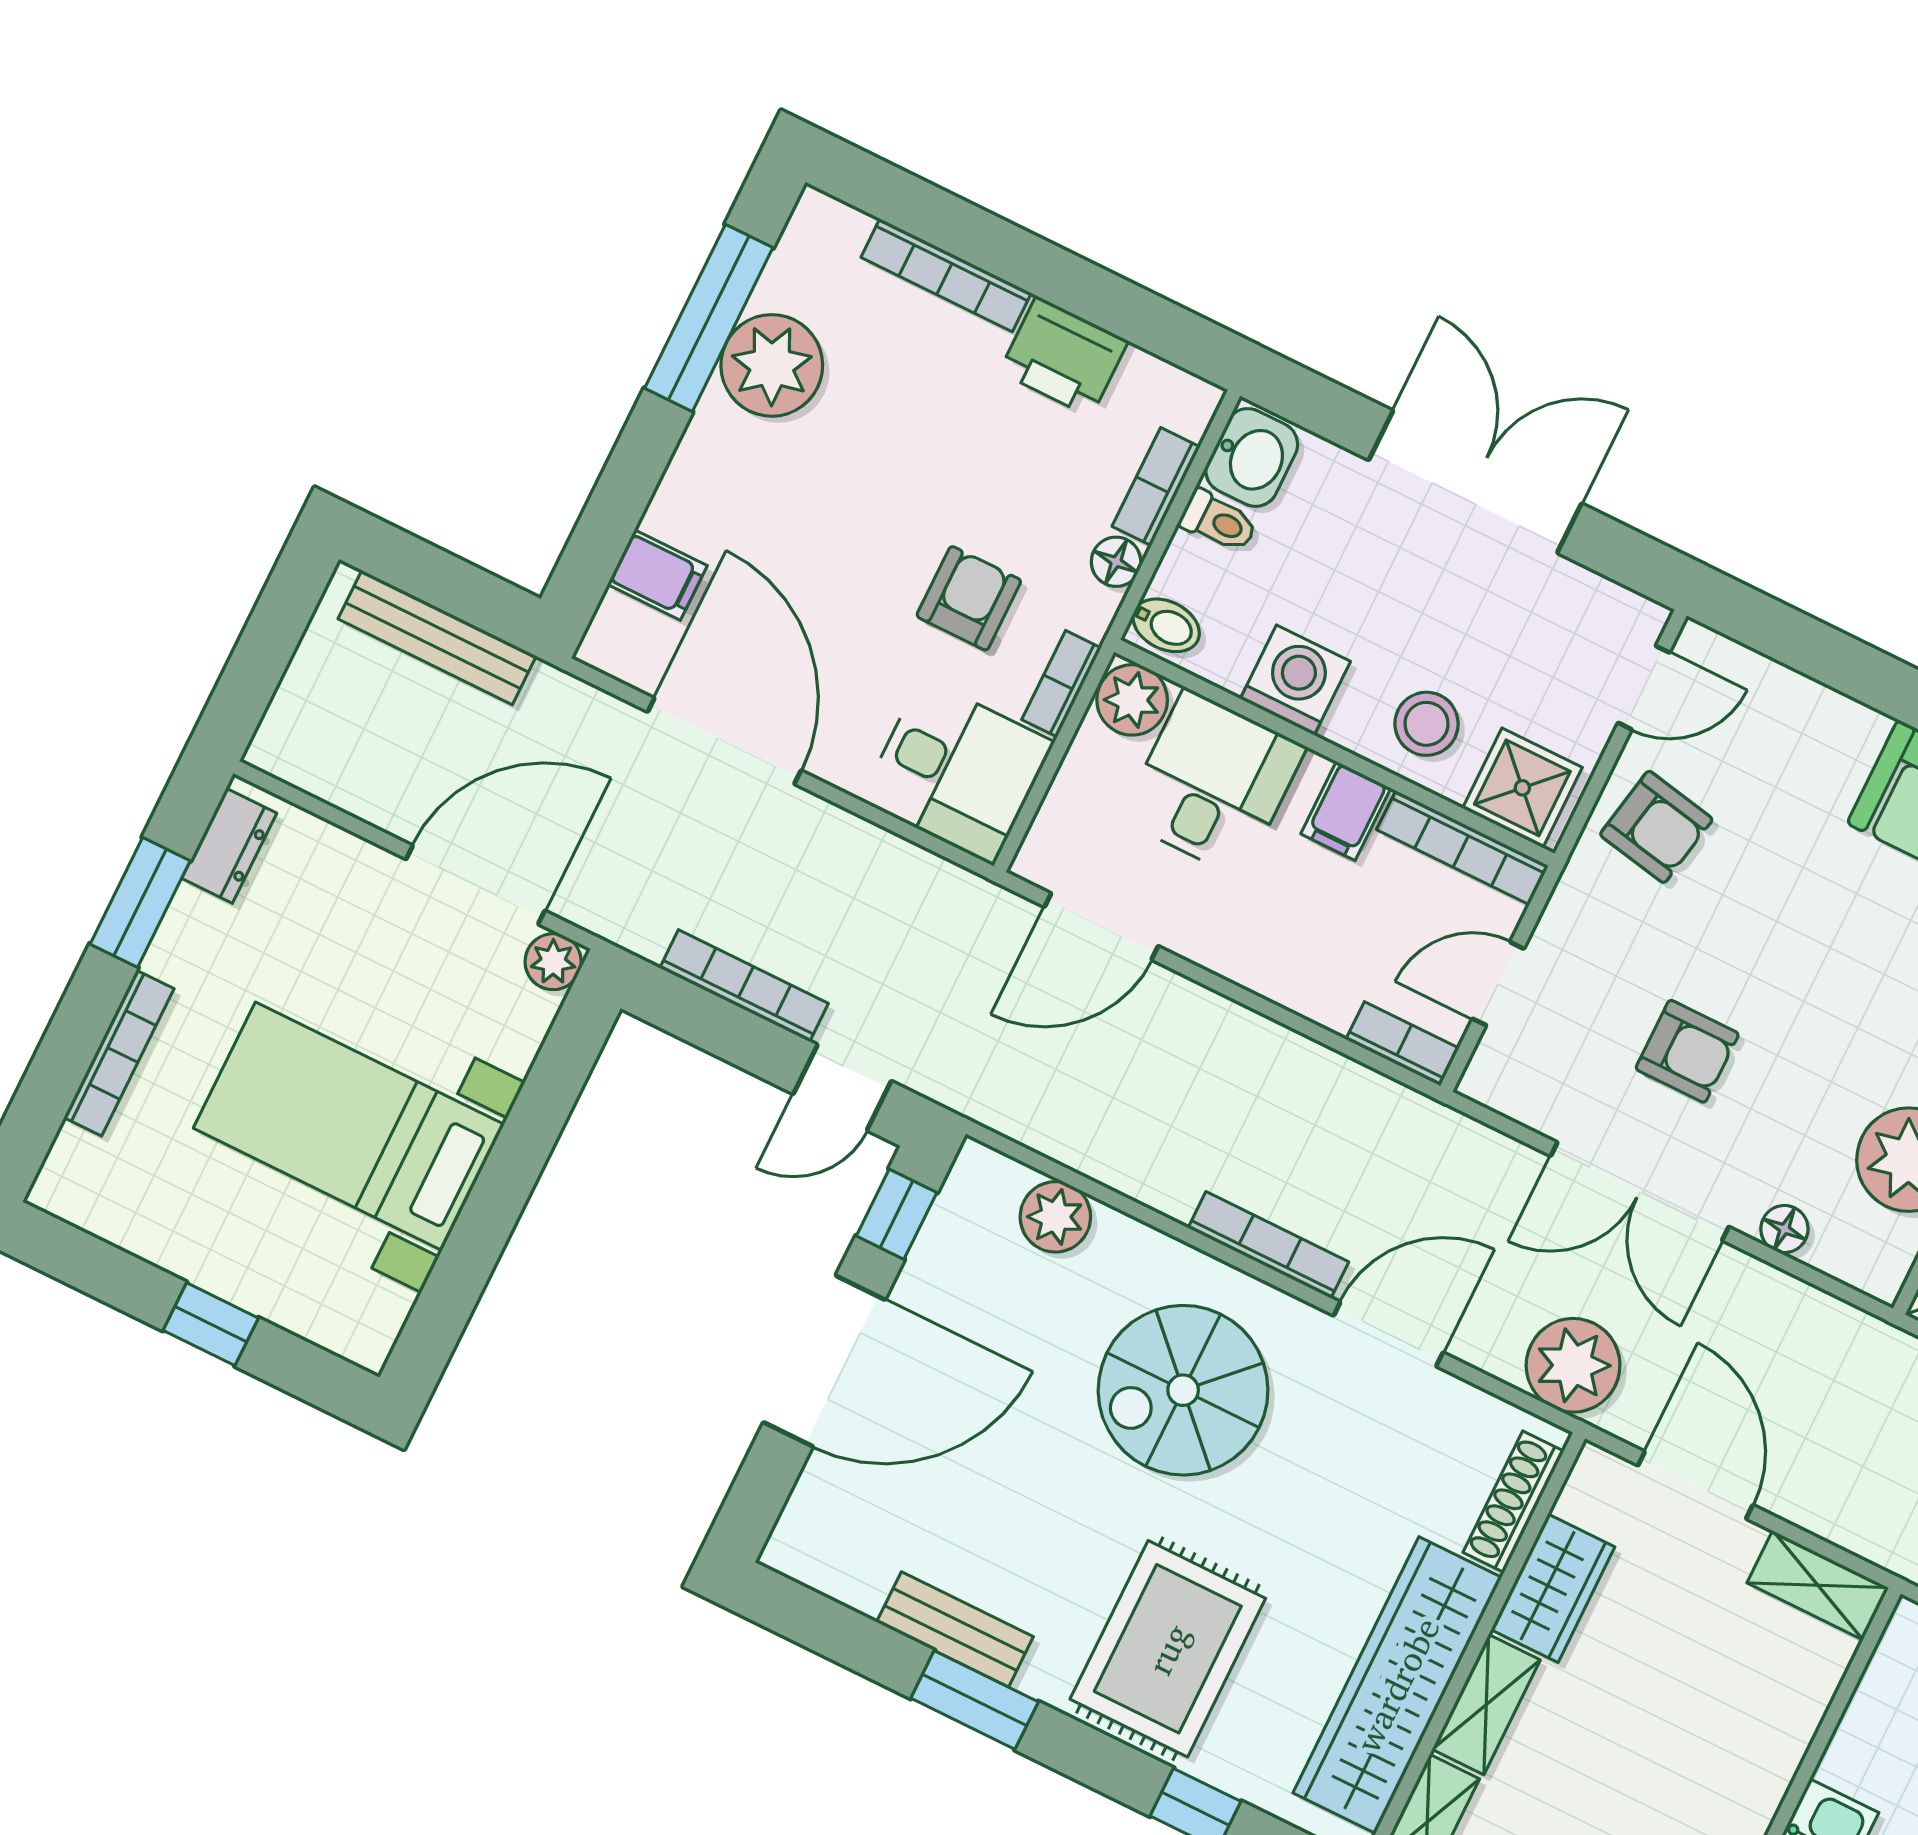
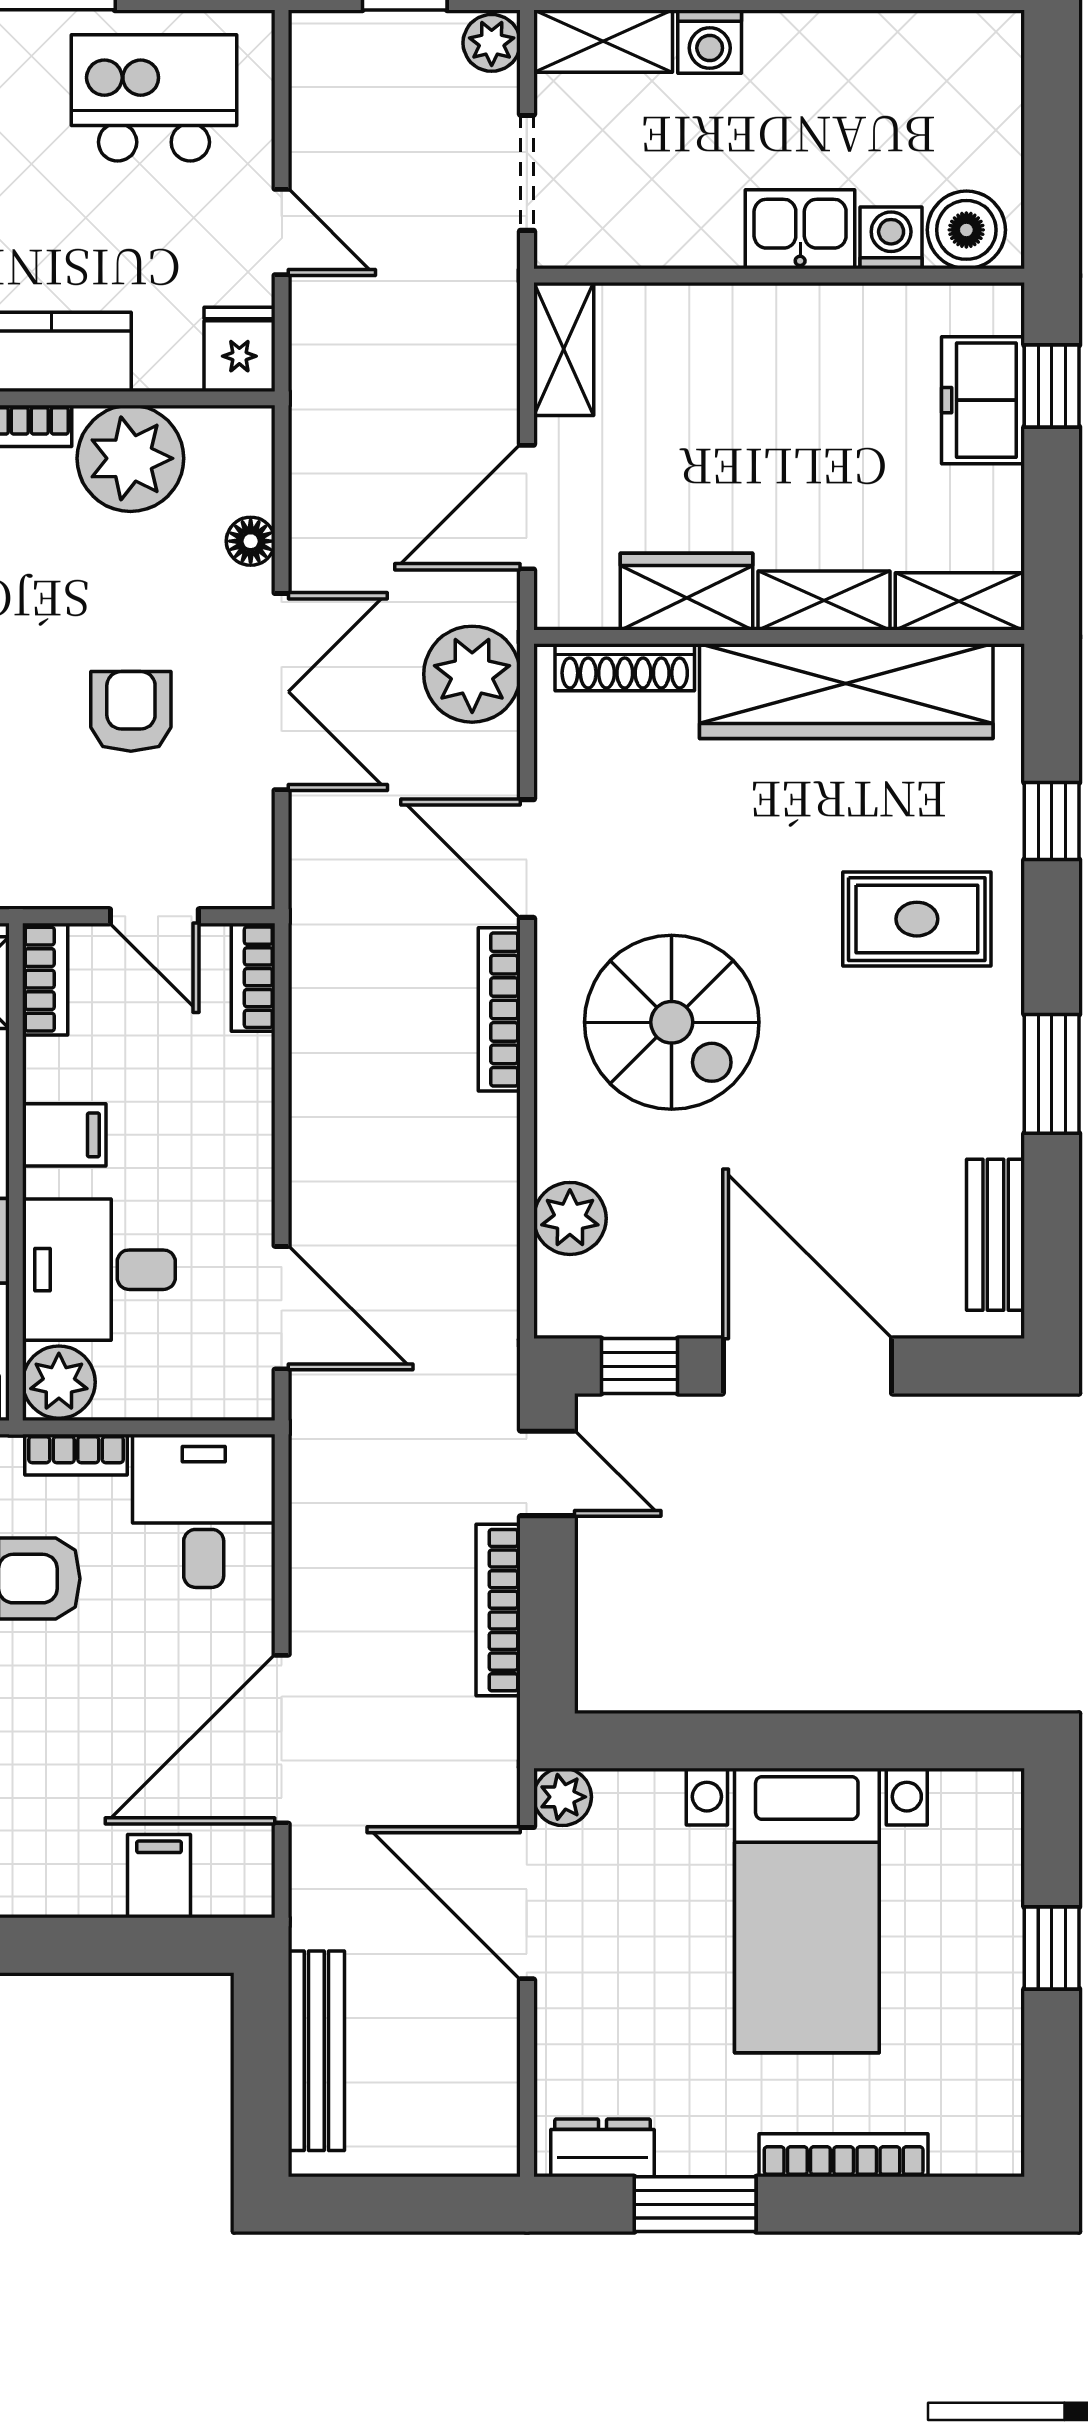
bookcase: (1463, 848) -> (45, 979), width x0.64
bench: (955, 1629) -> (996, 1235), moved
rug: (1168, 1649) -> (917, 919), width x0.73, depth x0.70

